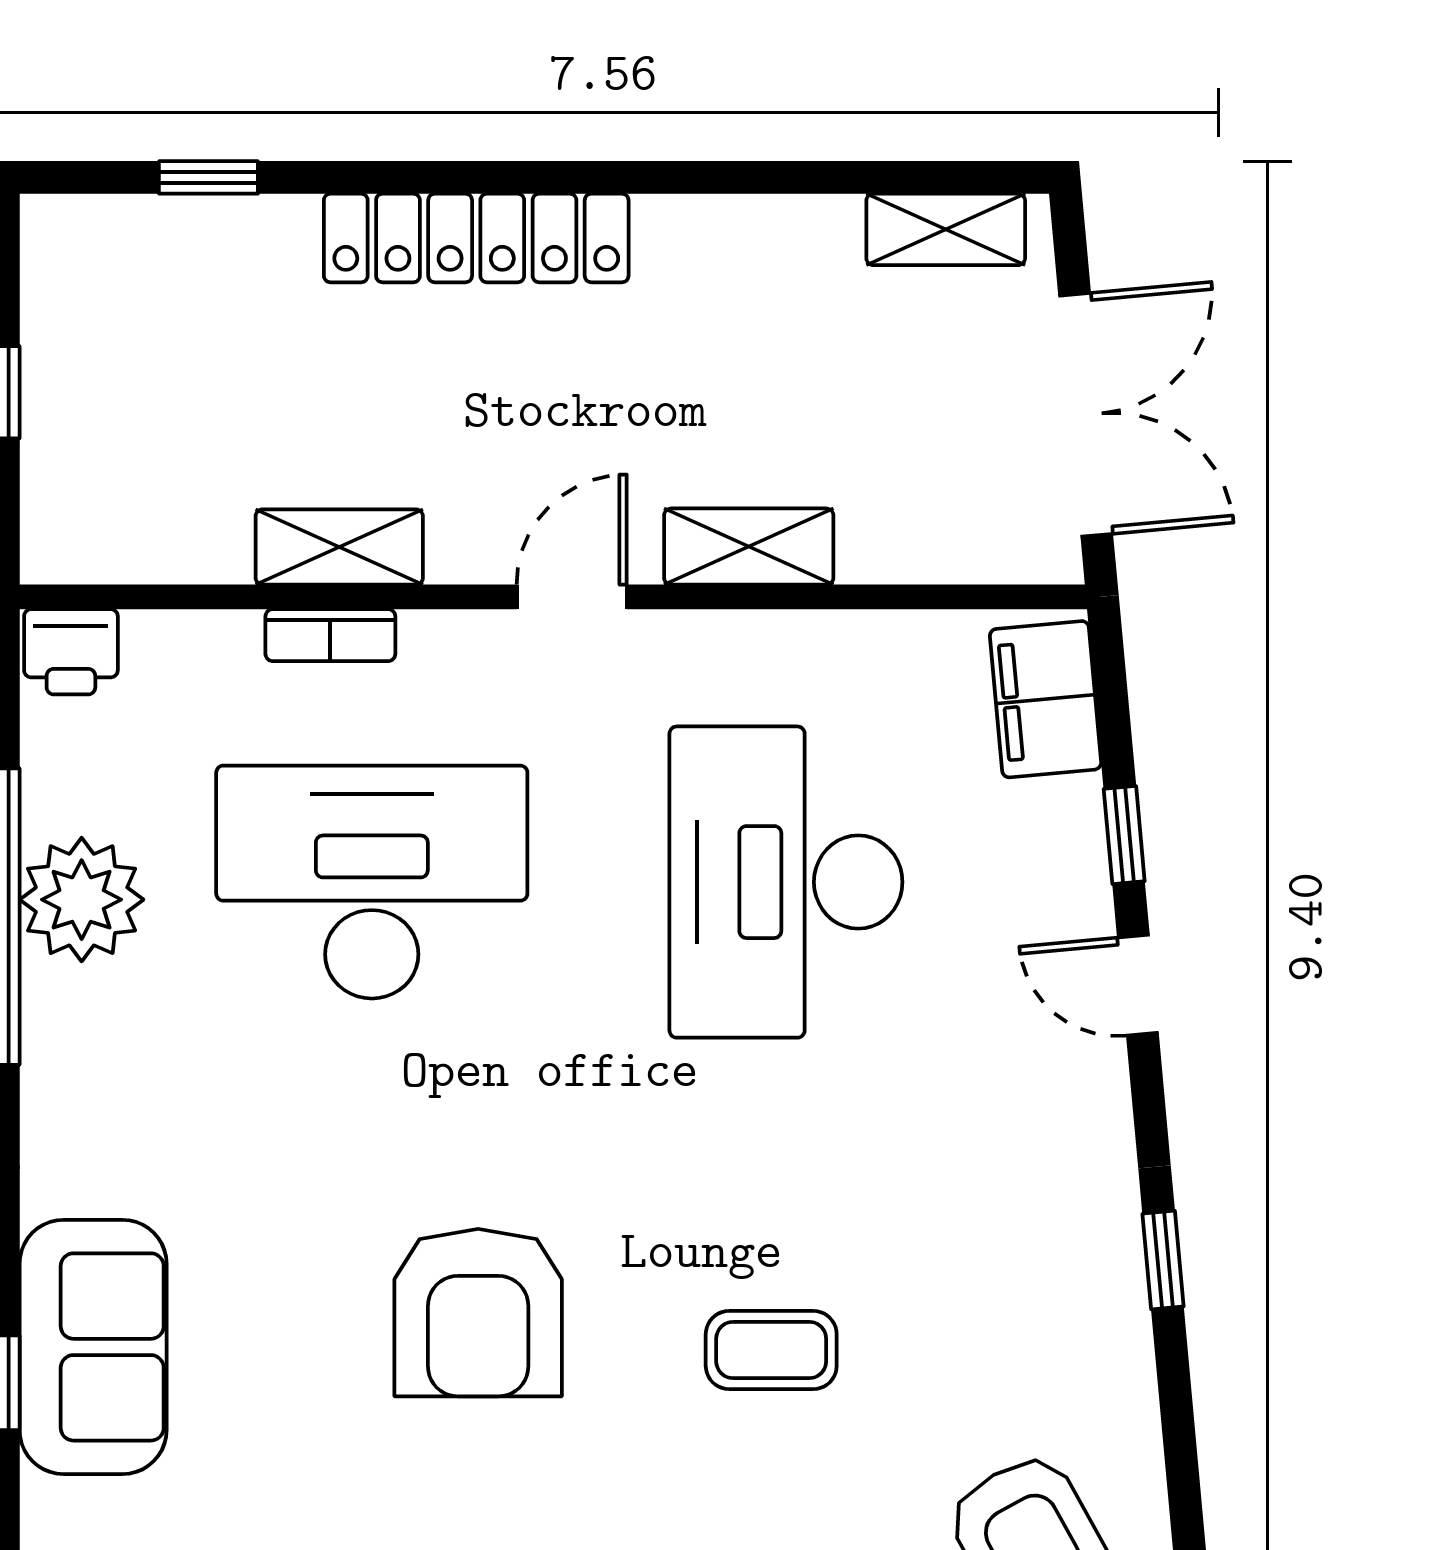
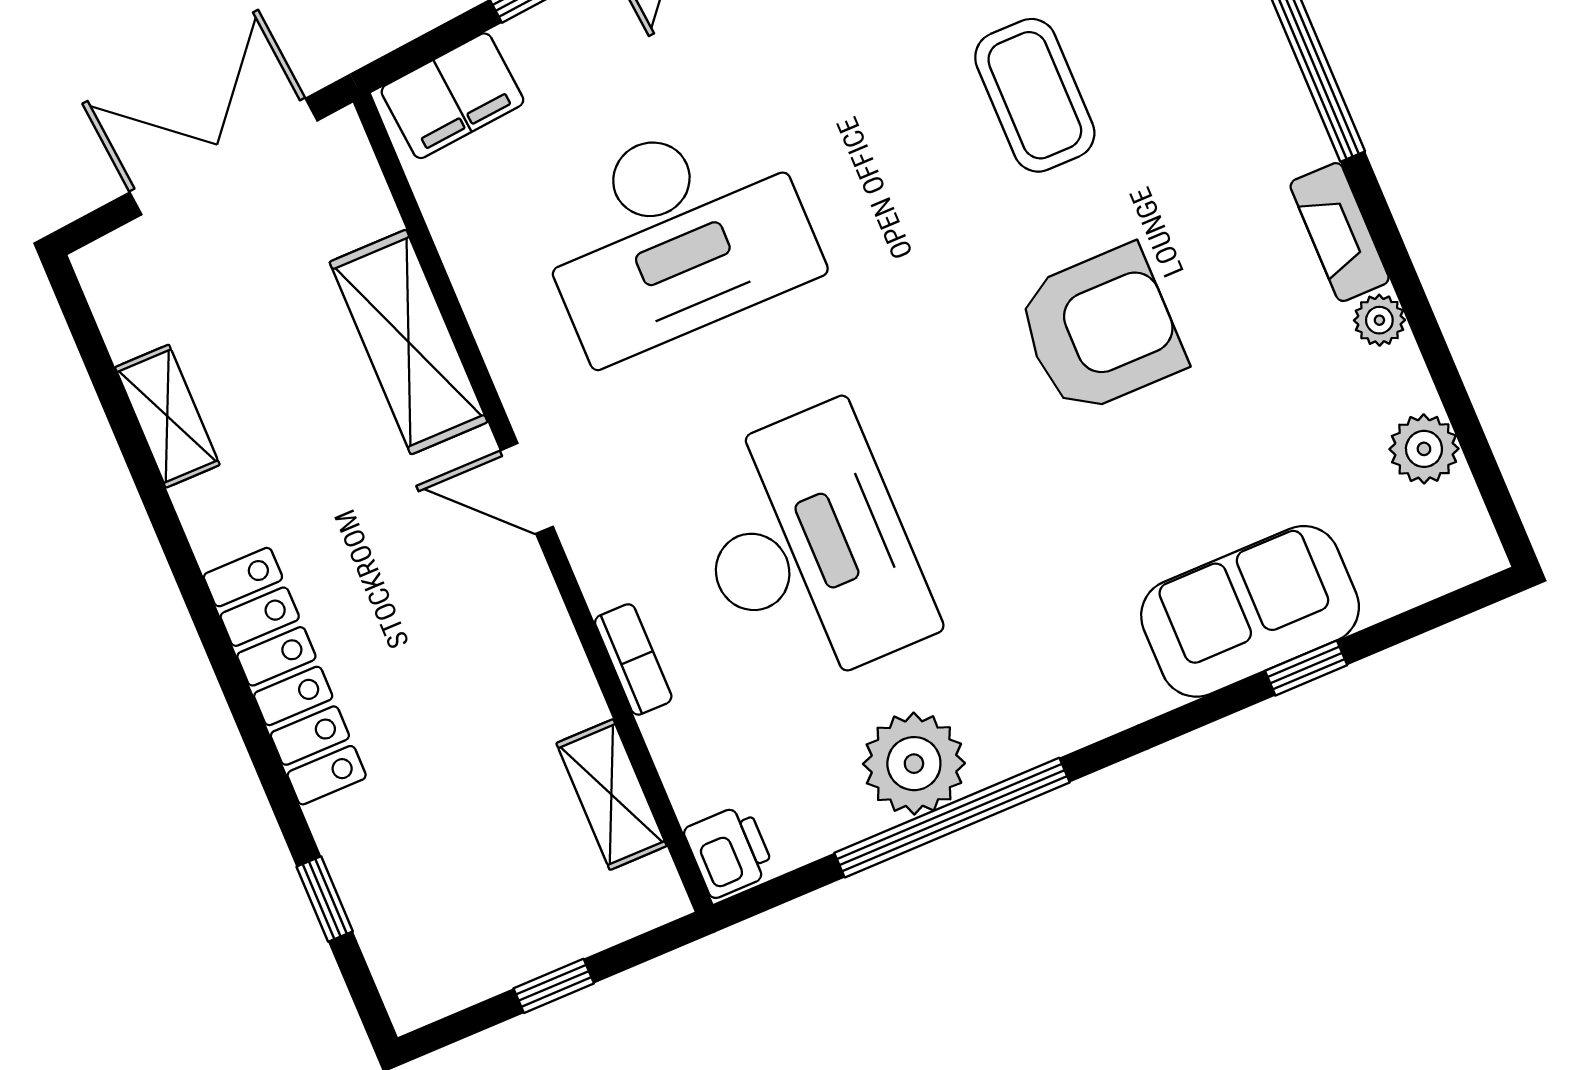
shelving: (946, 229) -> (167, 416), moved
shelving: (339, 547) -> (611, 795), moved
shelving: (749, 547) -> (409, 342), width x1.50, depth x1.33
desk: (372, 882) -> (807, 549), turned 180
coffee table: (771, 1350) -> (1035, 95), width x1.36, depth x1.30

